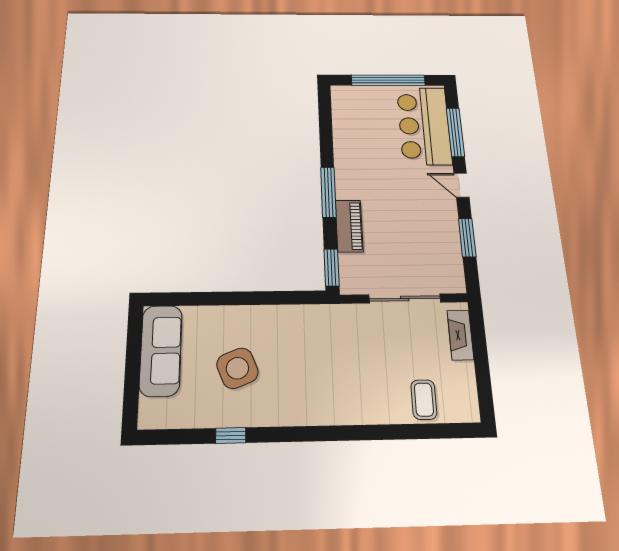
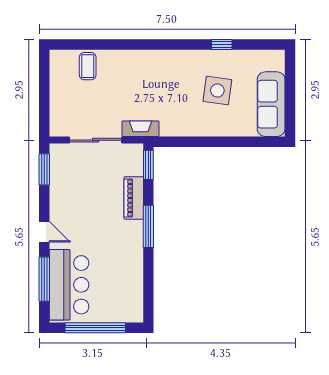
window: (467, 238) -> (44, 169), moved
fireplace: (460, 335) -> (141, 129), moved, turned -90
side table: (237, 368) -> (217, 91), turned 30

